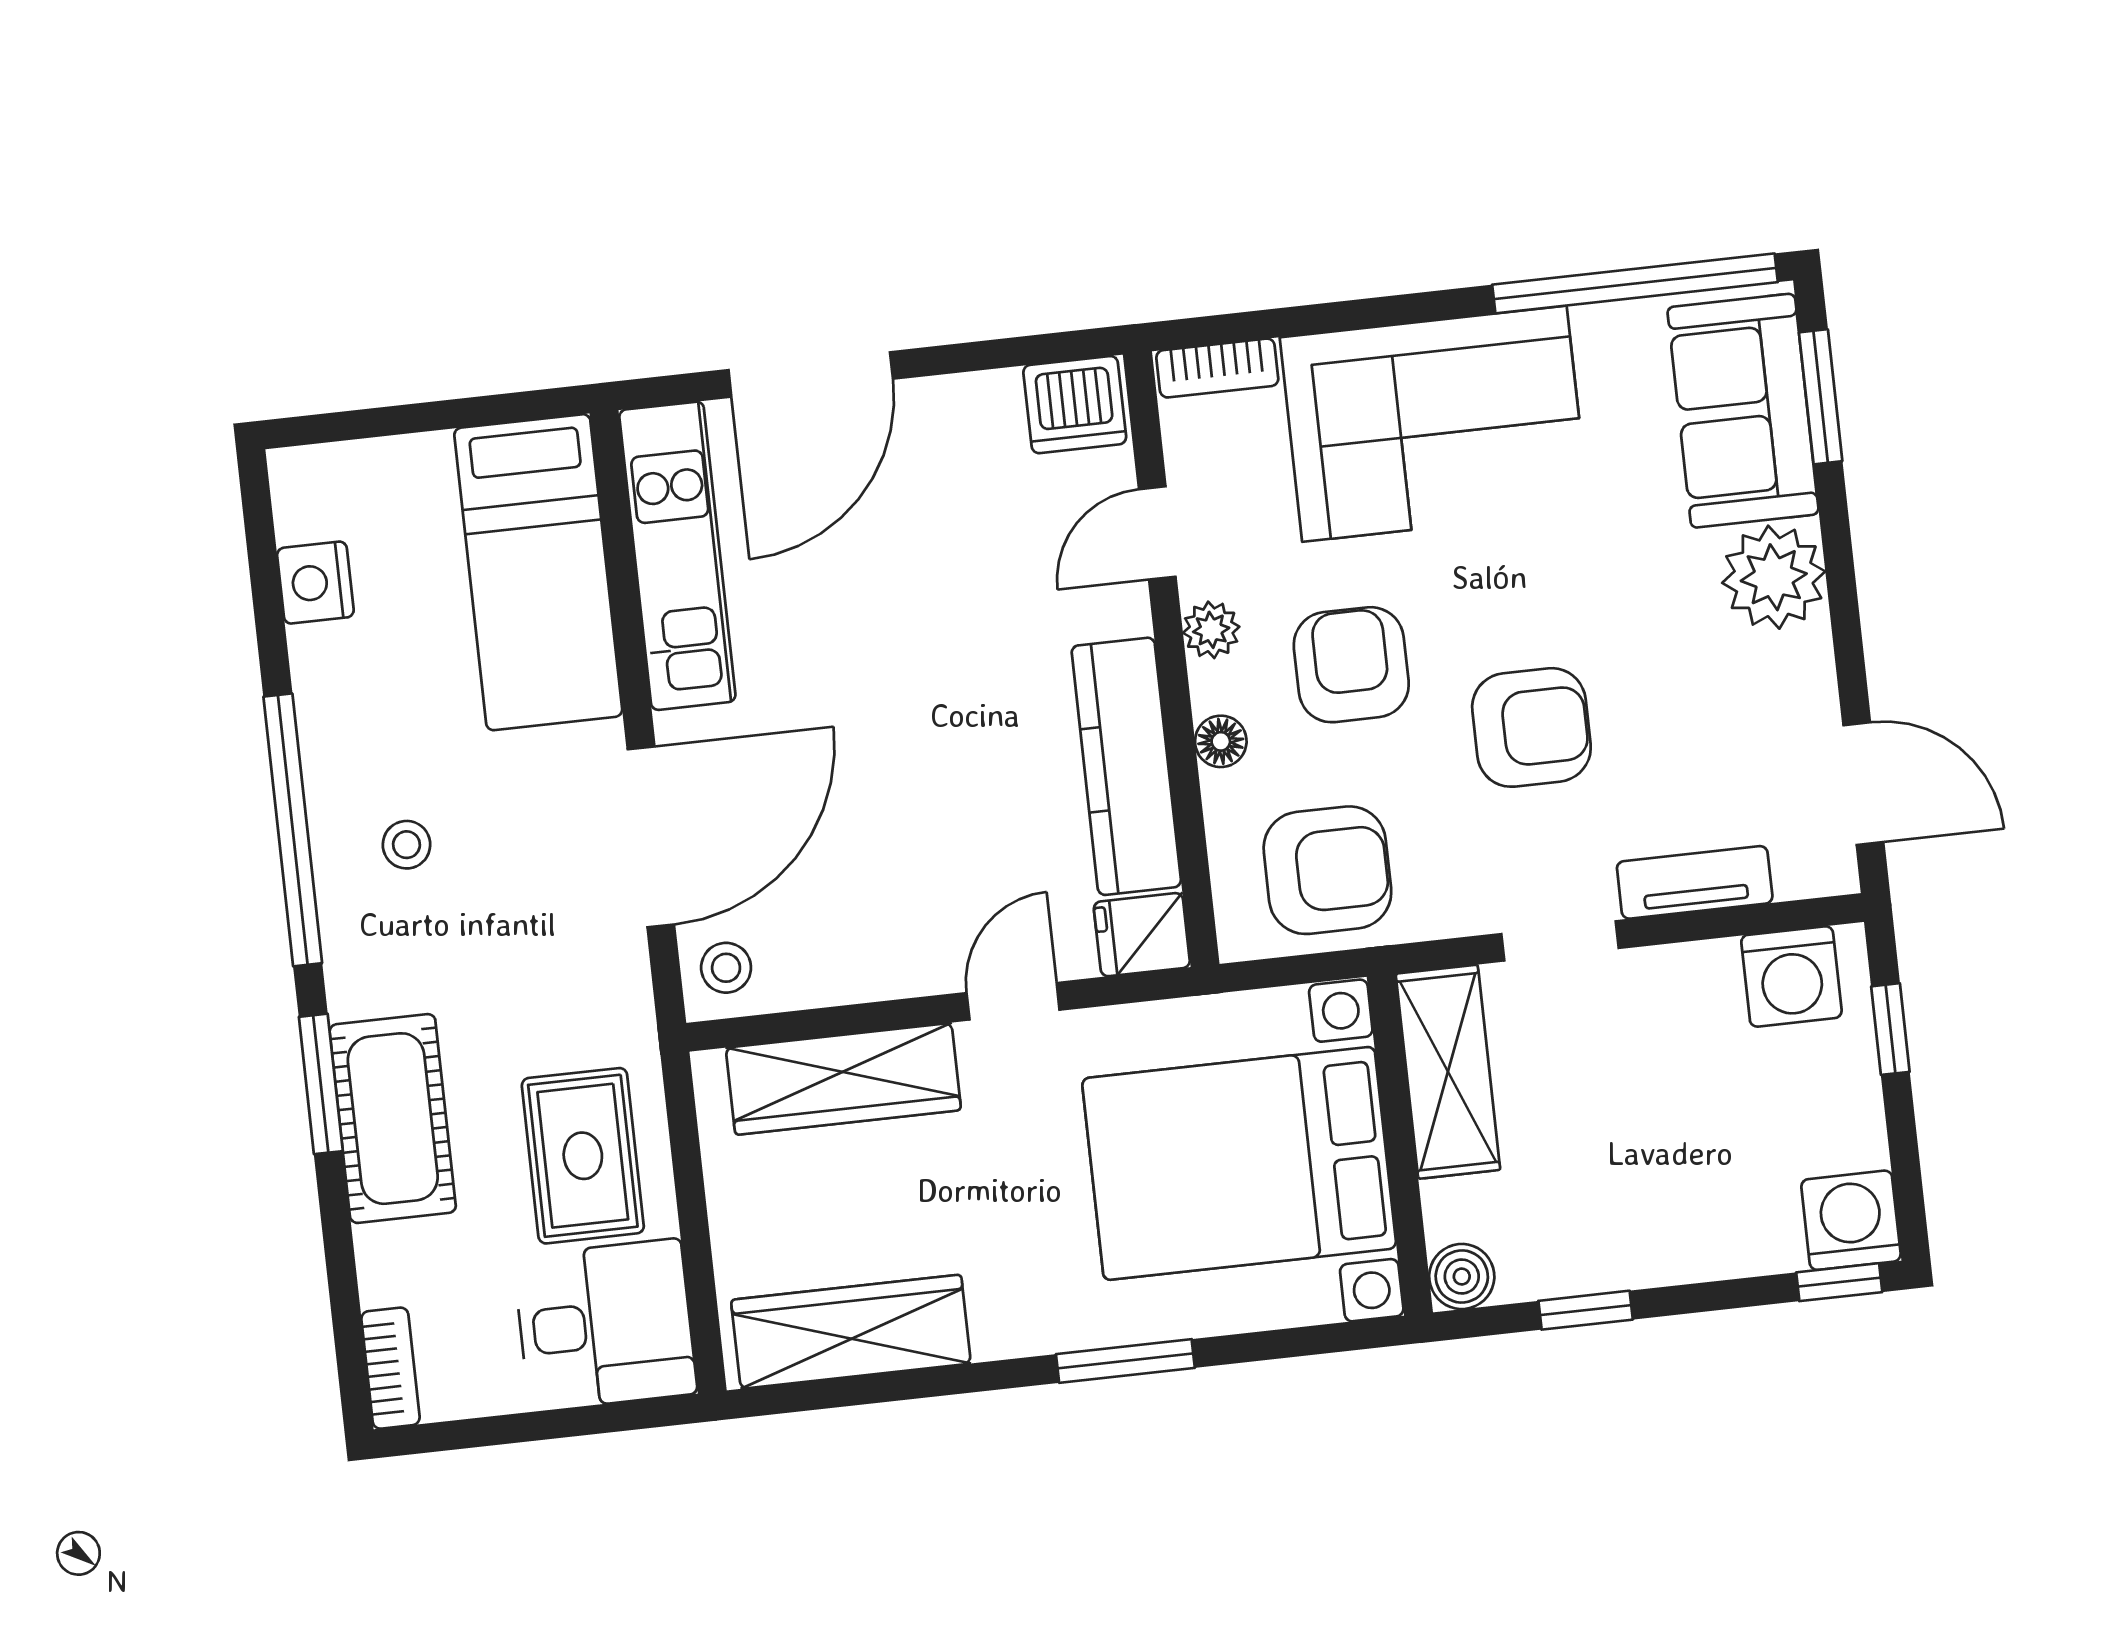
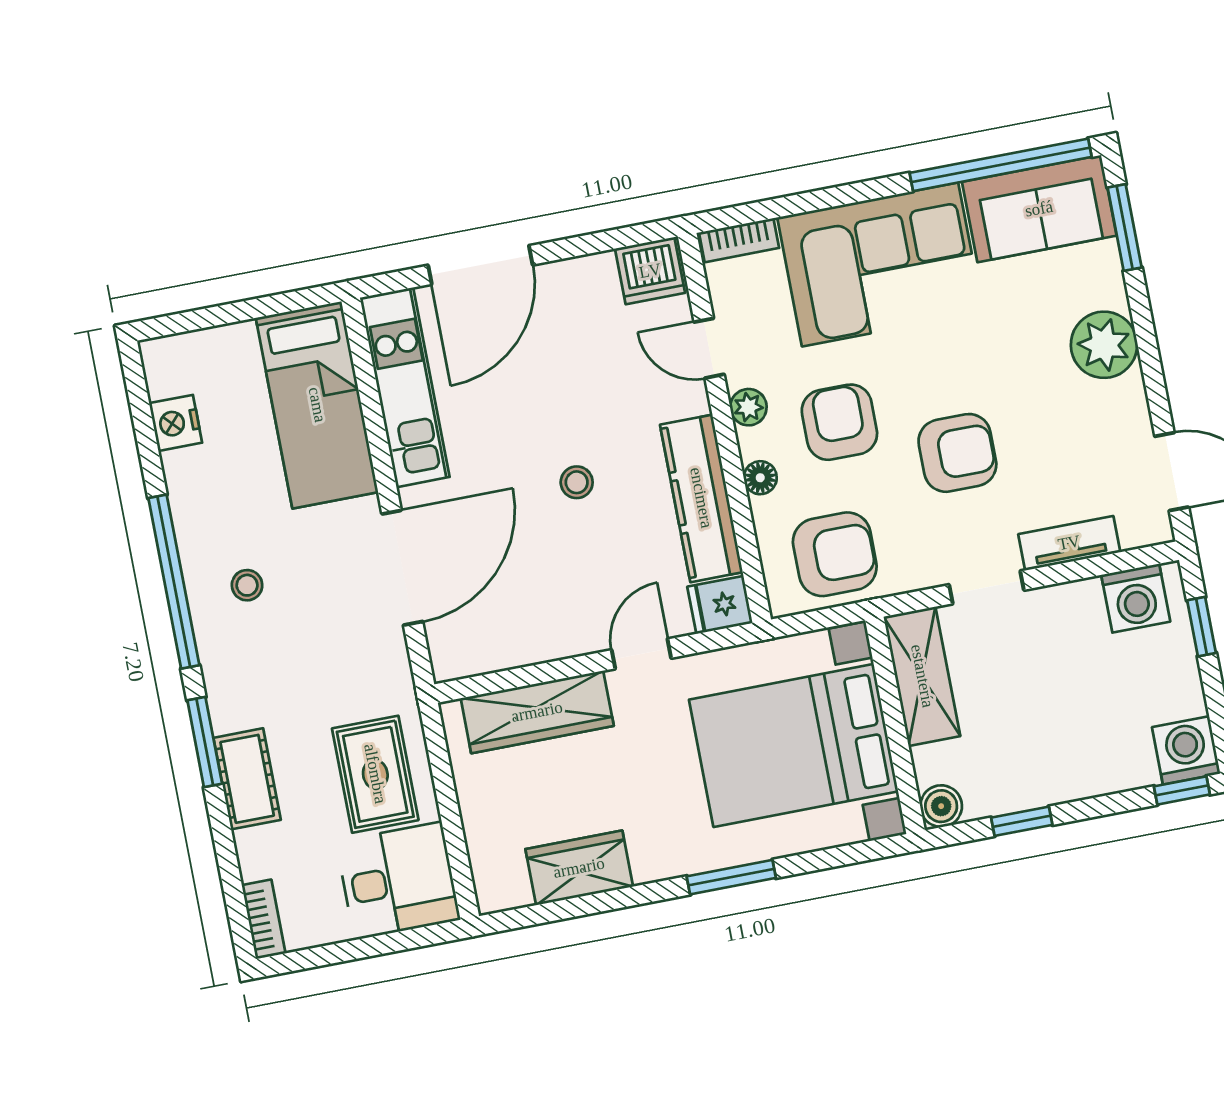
sofa: (1743, 411) -> (1039, 209), moved, turned -90
door: (1157, 533) -> (709, 348), hinge flipped
stool: (726, 968) -> (577, 482), moved
cot: (393, 1119) -> (247, 779), width x0.73, depth x0.75
wardrobe: (851, 1332) -> (579, 868), width x0.67

